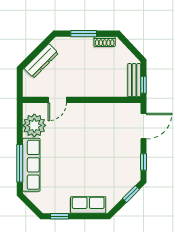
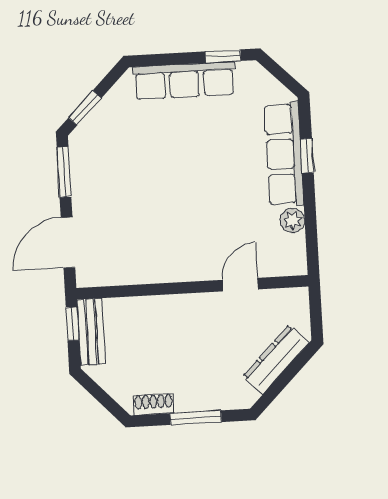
plant: (34, 125) -> (293, 220), width x0.53, depth x0.53
window: (143, 162) -> (64, 172), width x1.50
window: (20, 163) -> (307, 156), width x0.46
row of seats: (88, 205) -> (184, 81), width x1.48

